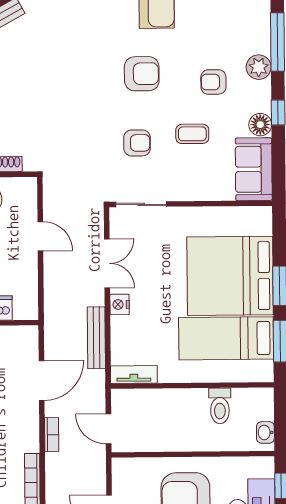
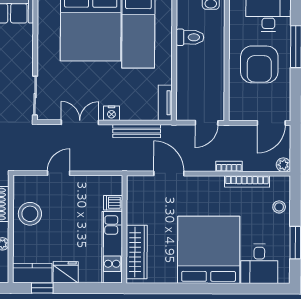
bookcase: (52, 435) -> (229, 166), moved

